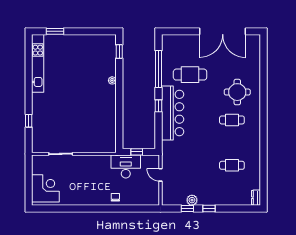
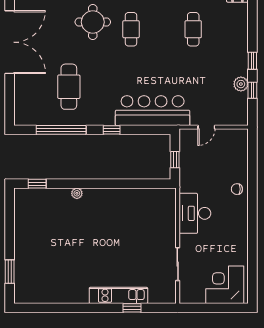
kitchen unit: (38, 63) -> (118, 295), moved, width x0.73
bar counter: (173, 113) -> (153, 111), moved
desk: (126, 167) -> (195, 213), moved

